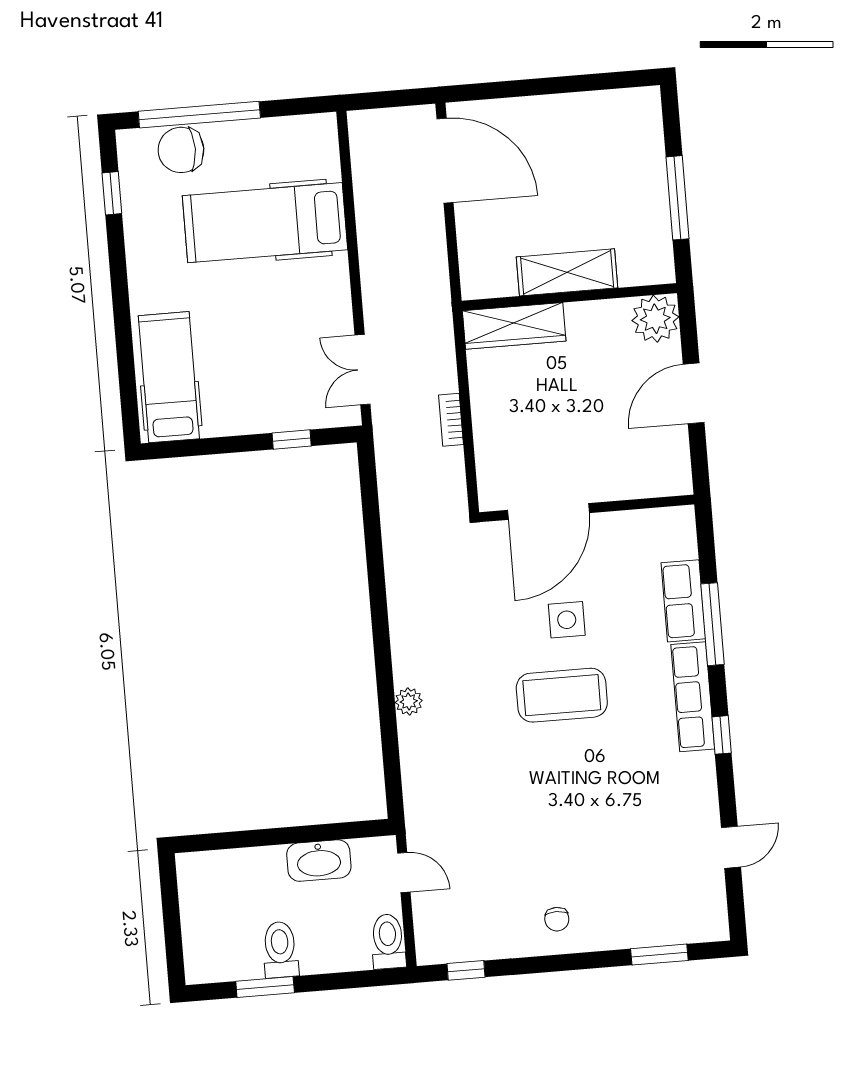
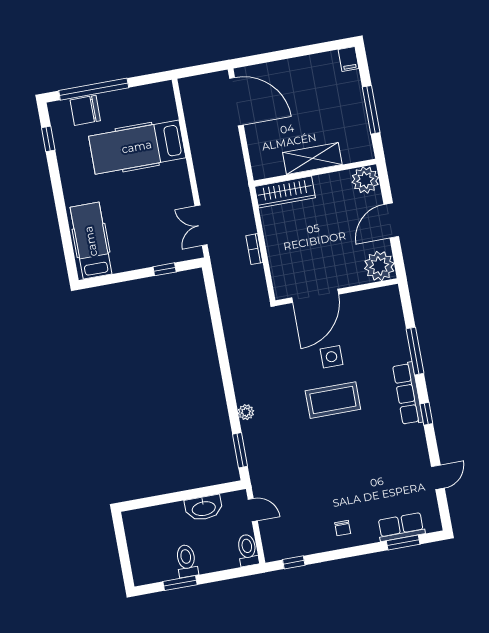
filing cabinet: (647, 106) -> (349, 59), added
plant: (665, 470) -> (379, 266), added
row of seats: (683, 601) -> (401, 527), moved, turned 90
window: (392, 767) -> (240, 450), added

